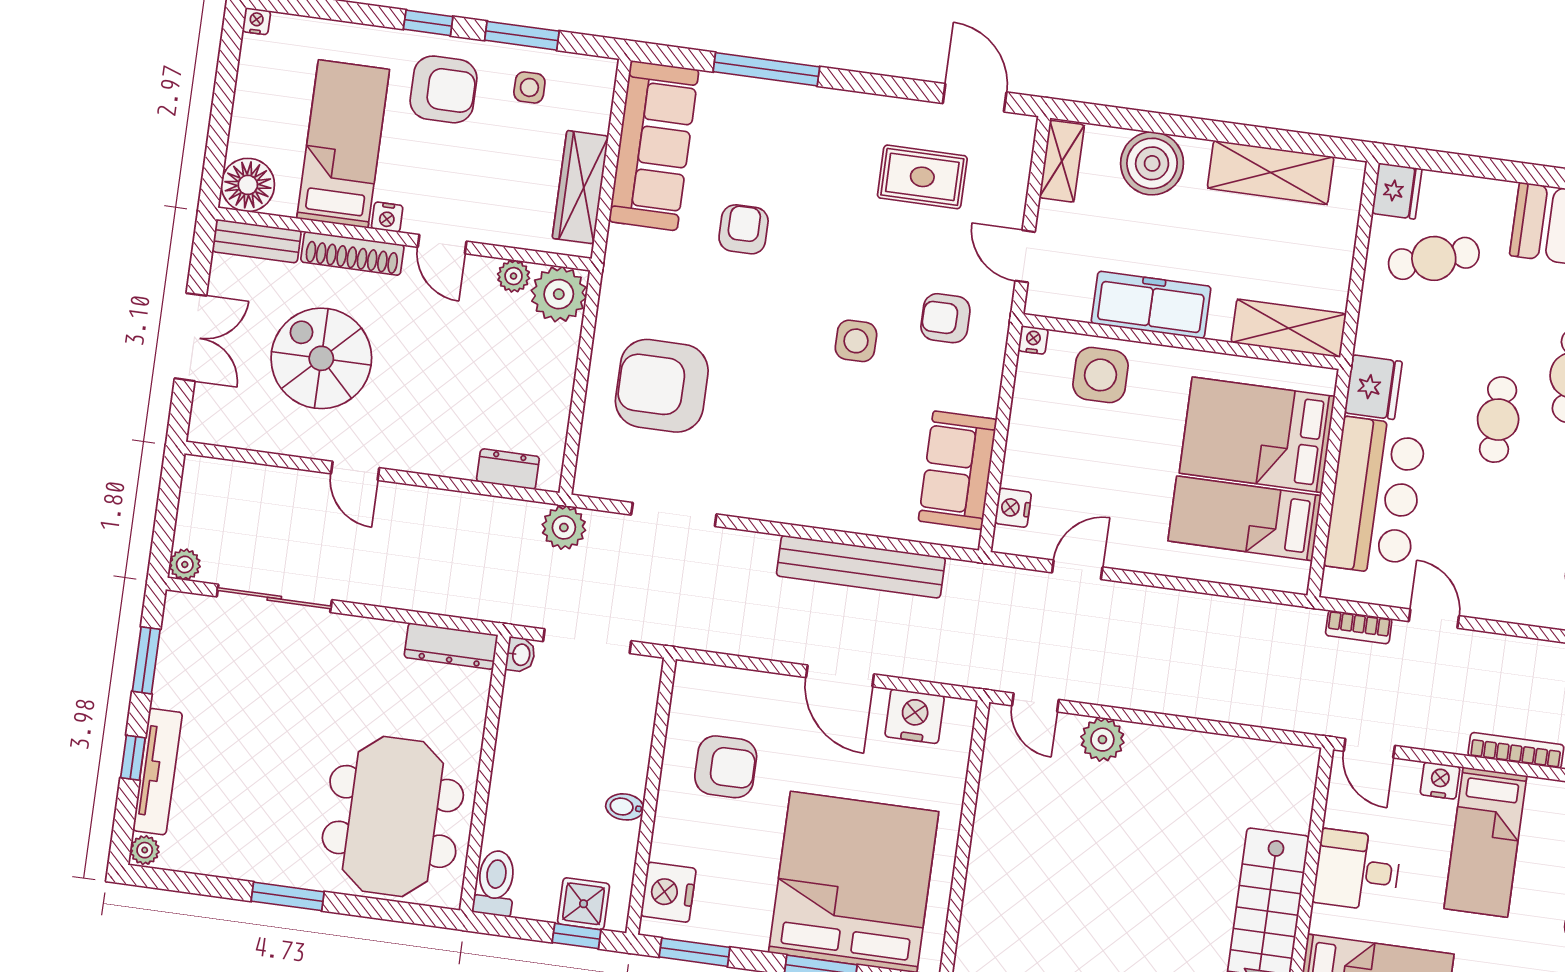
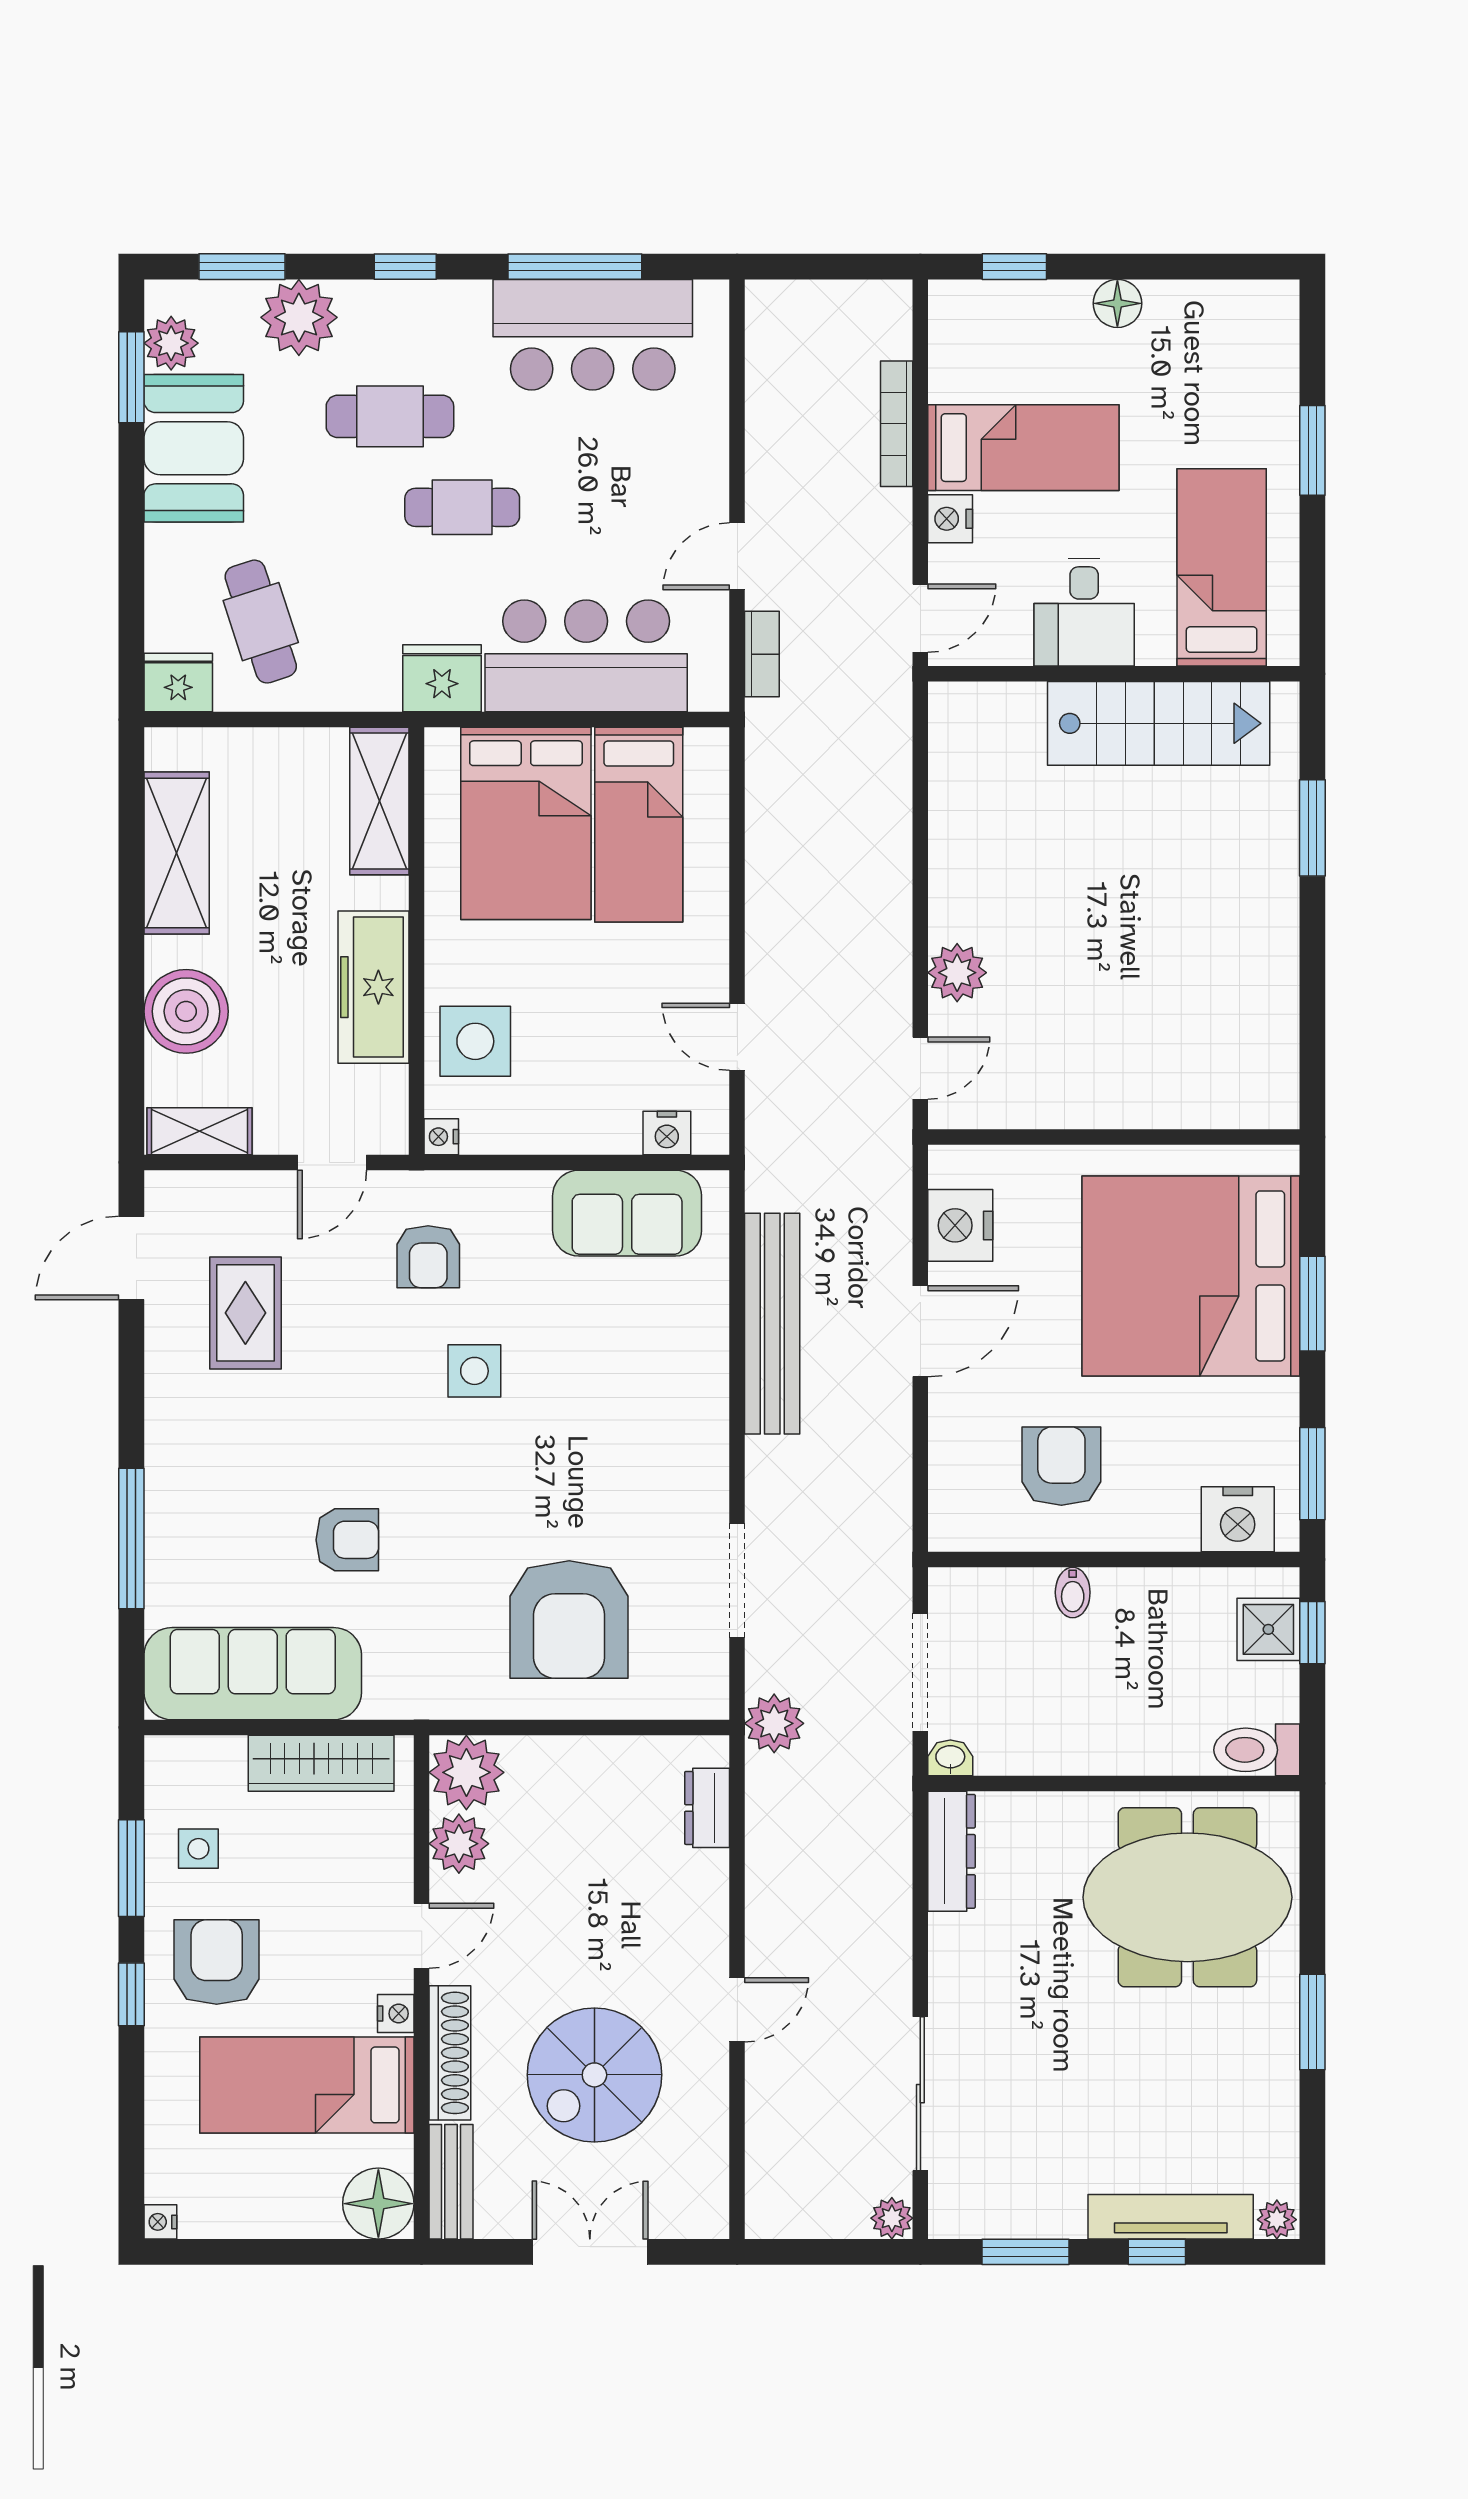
armchair: (744, 229) -> (347, 1540), turned 180
plant: (514, 276) -> (459, 1844), width x1.38, depth x1.38
bidet: (625, 807) -> (1073, 1592), moved

